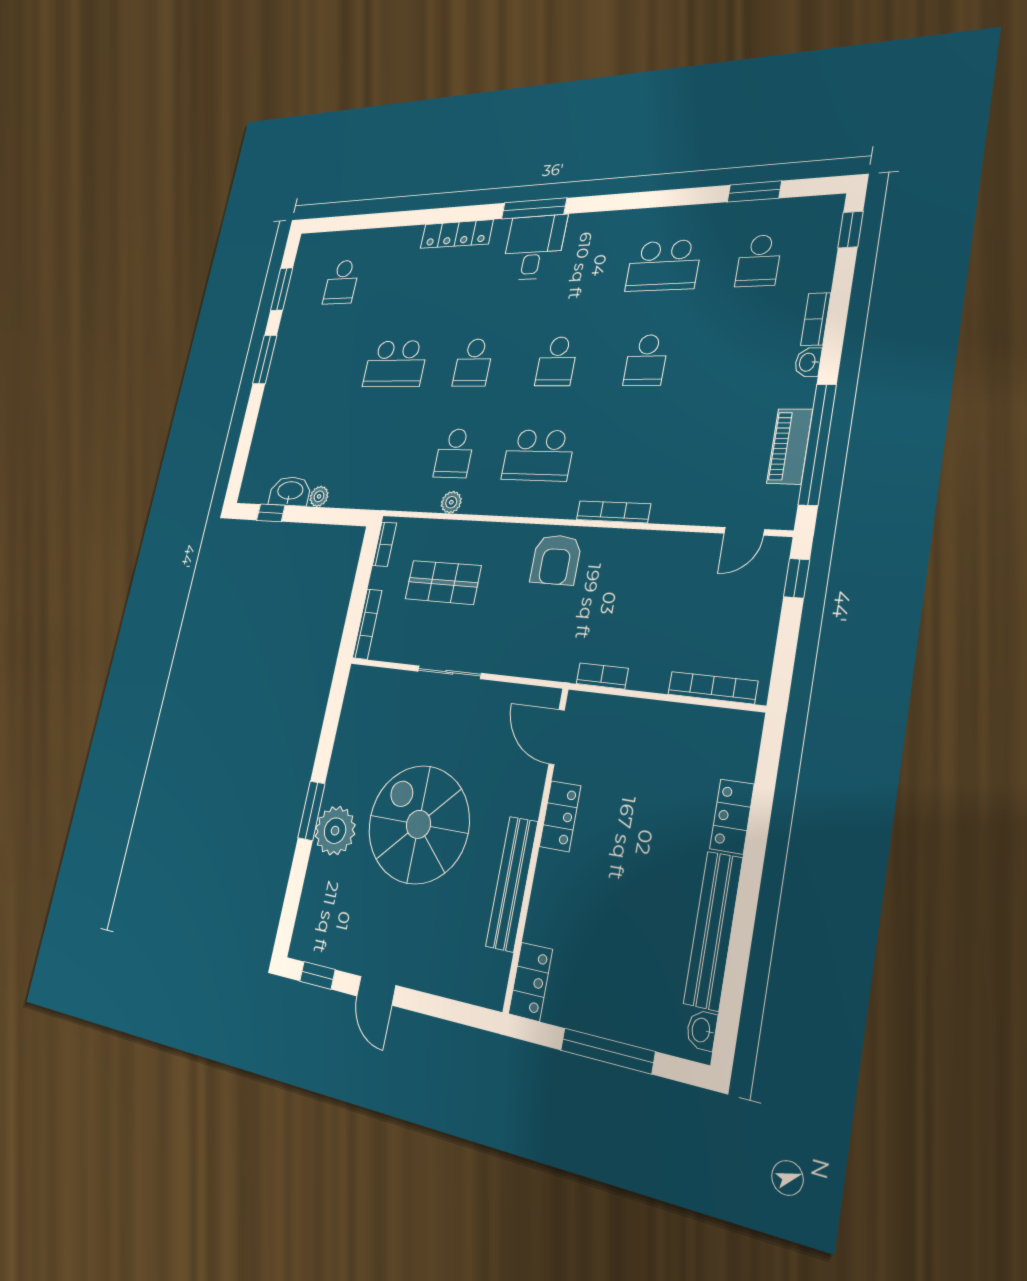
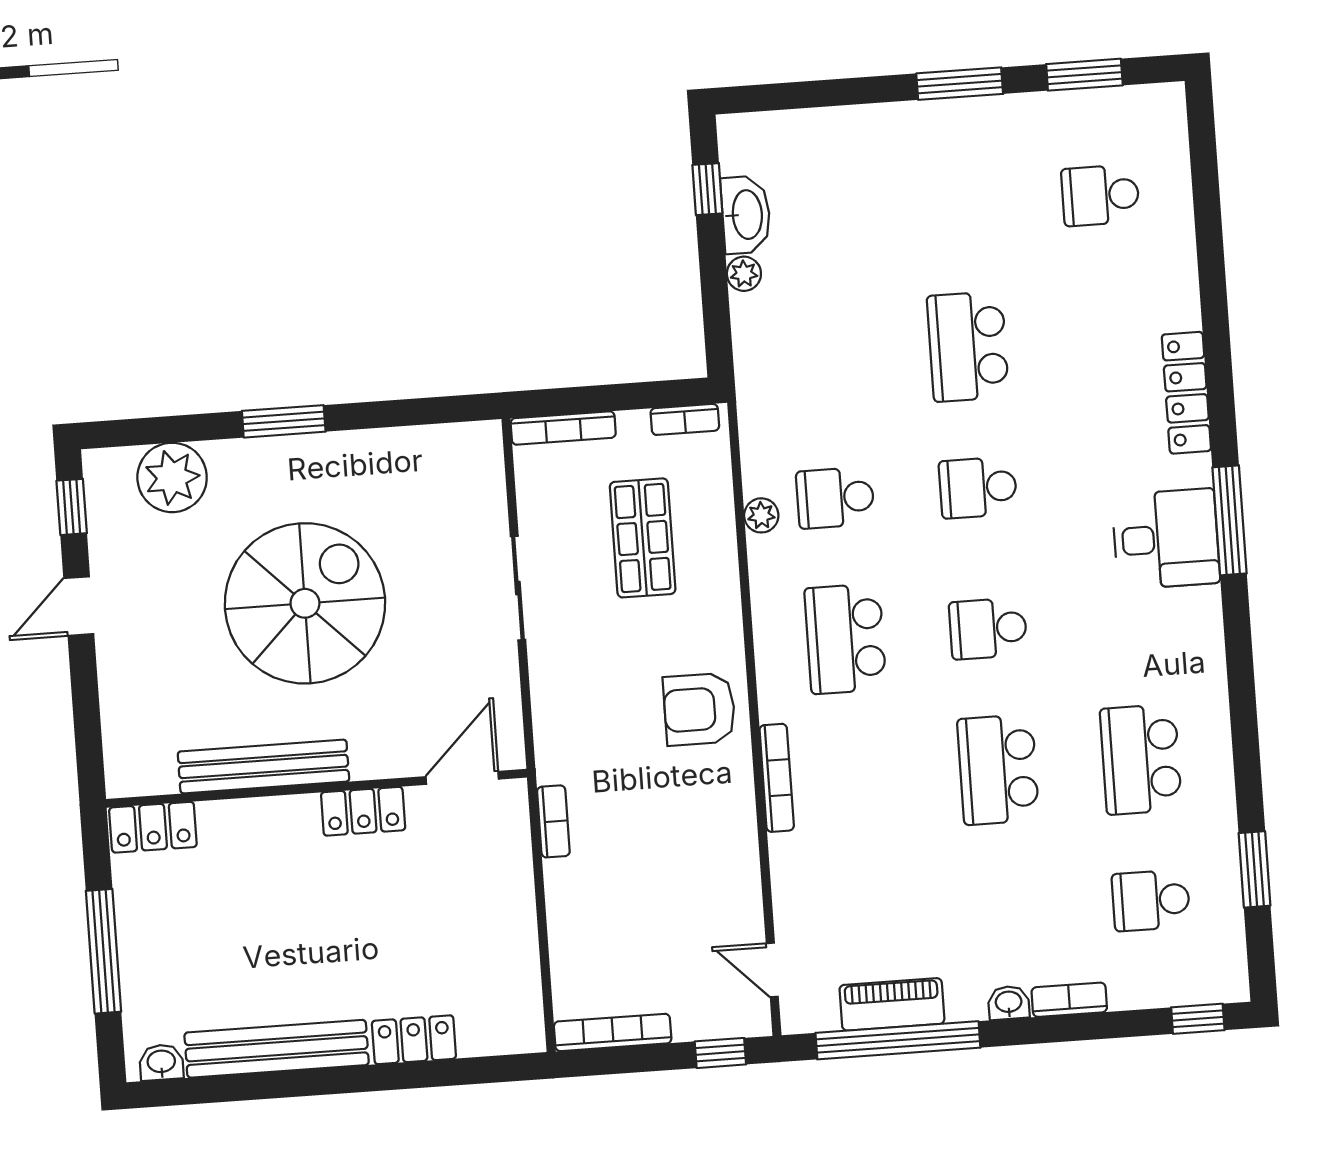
school desk: (646, 360) -> (998, 770), width x1.85
bookcase: (712, 688) -> (613, 1032), moved, turned -90
plant: (335, 831) -> (172, 477), moved

